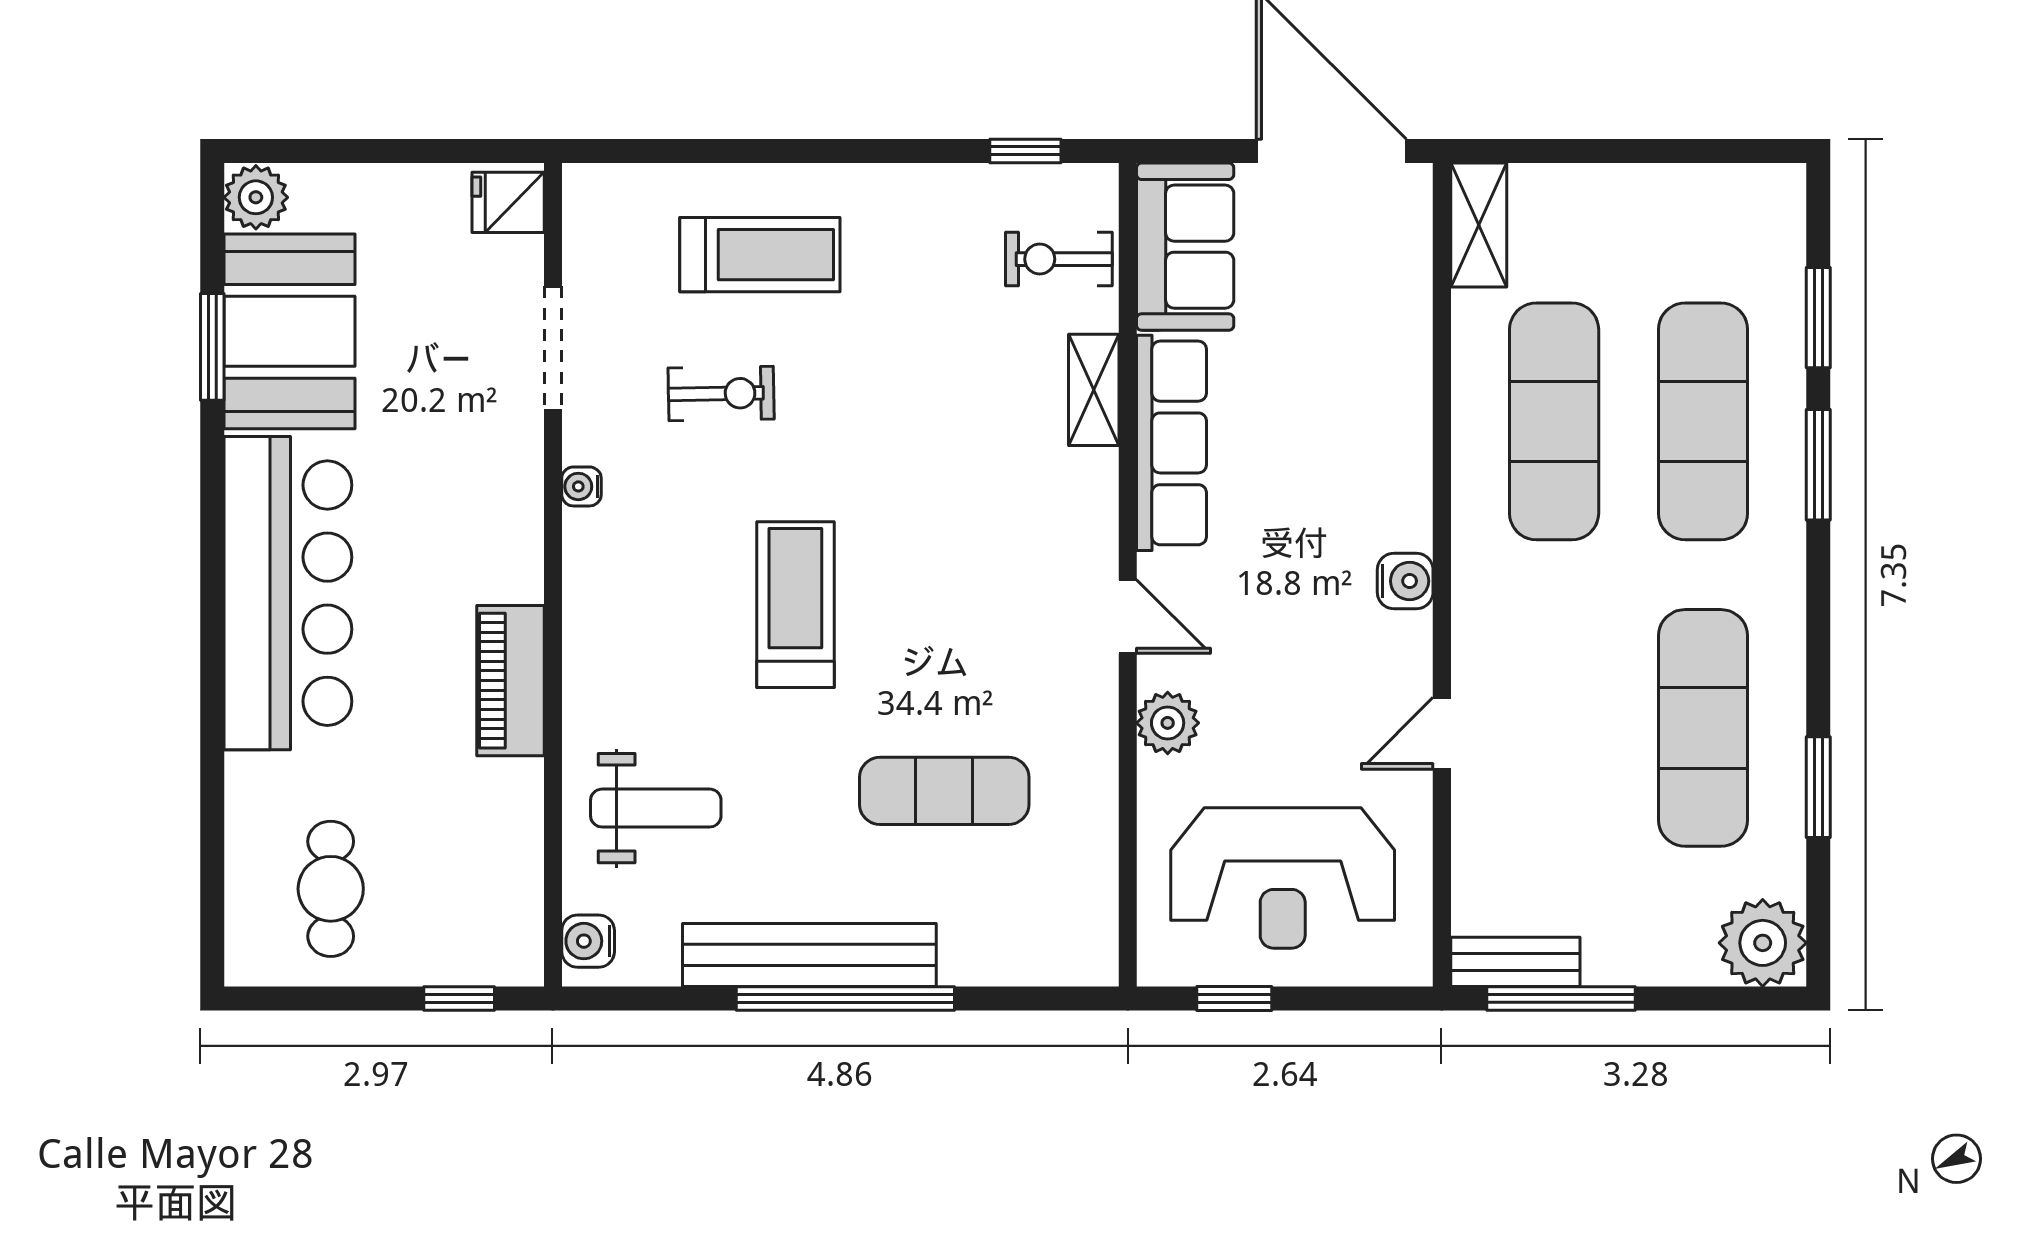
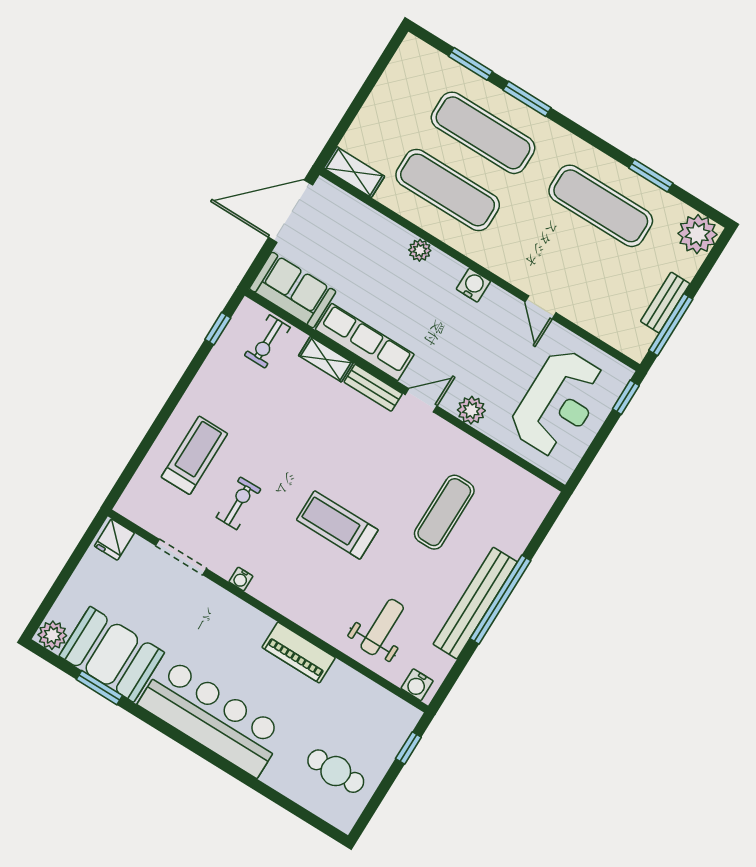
plant: (1408, 439) -> (420, 250), added
bench: (1095, 512) -> (373, 388), added
bench: (1515, 962) -> (665, 303), moved
window: (1234, 998) -> (626, 397), moved

